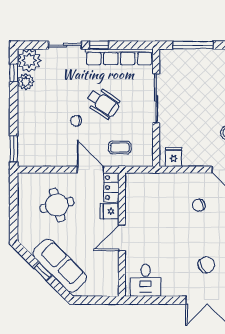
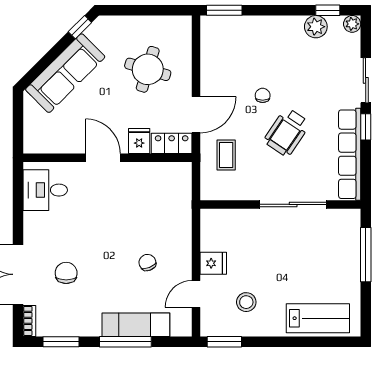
plant: (29, 60) -> (352, 24), width x0.53, depth x0.53
fridge: (173, 157) -> (213, 263), moved
round table: (57, 205) -> (148, 69), turned 32
chair: (206, 265) -> (66, 273), turned -152
window: (43, 272) -> (80, 27), moved

